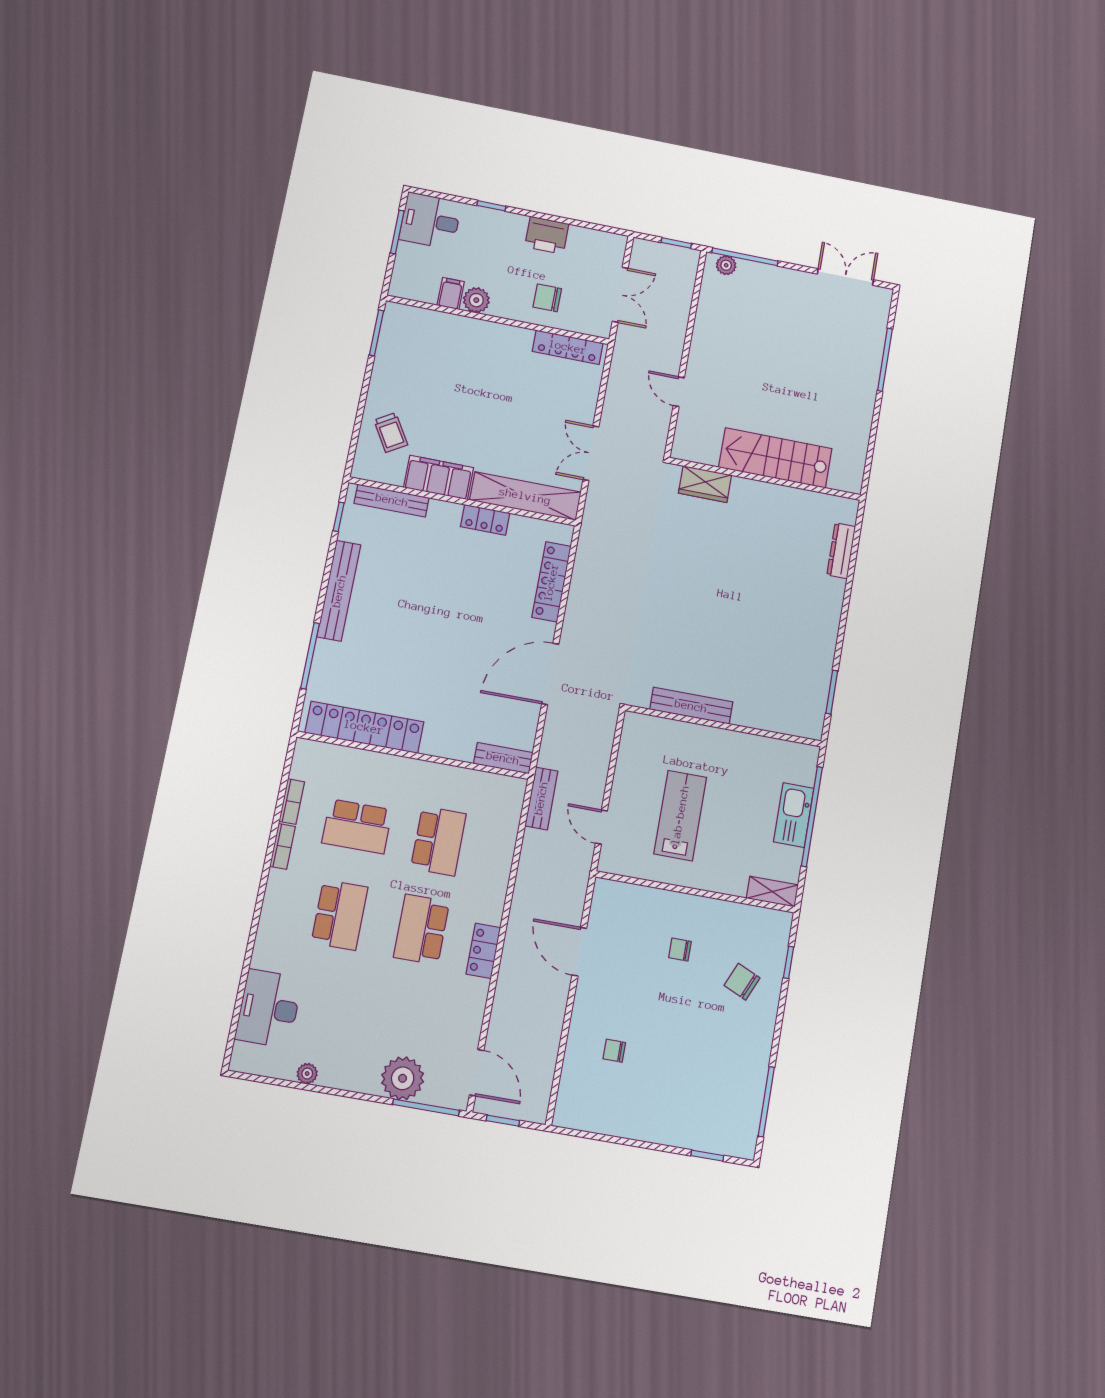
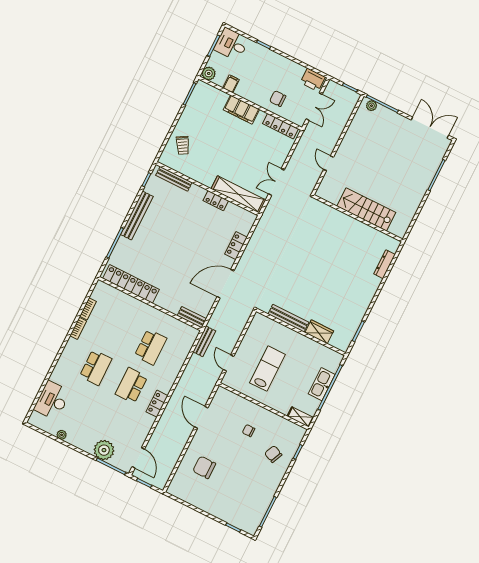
printer: (547, 235) -> (313, 80), moved
double door: (845, 277) -> (430, 128), width x1.37
plant: (476, 300) -> (209, 73), moved
filing cabinet: (439, 477) -> (241, 110), moved, turned 180
wardrobe: (705, 484) -> (319, 332), moved, turned 180
locker: (551, 582) -> (236, 246), width x0.66
school desk: (357, 826) -> (115, 329), removed
chair: (614, 1051) -> (204, 467), width x1.87, depth x1.87

